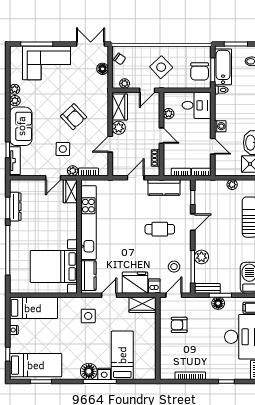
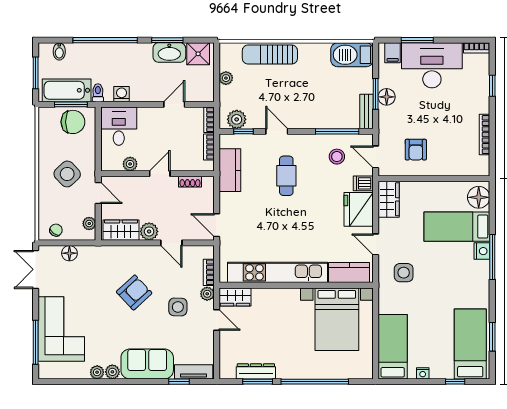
washing machine: (220, 126) -> (122, 94), moved
door: (136, 178) -> (217, 225), moved
plant: (201, 257) -> (237, 119), moved
floor lamp: (89, 371) -> (479, 197), moved

